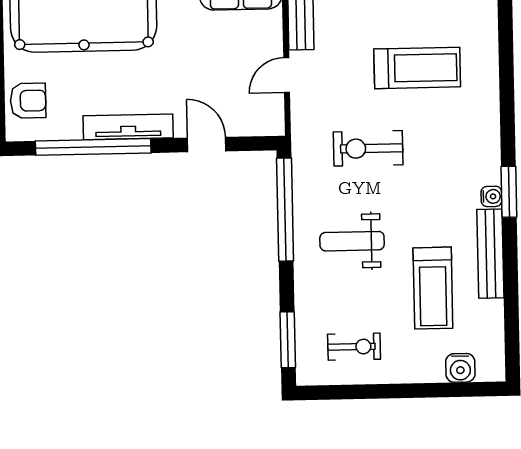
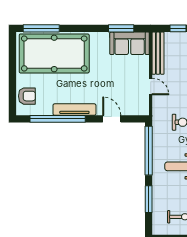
door: (287, 75) -> (151, 86), swing flipped
window: (288, 340) -> (149, 199), moved

